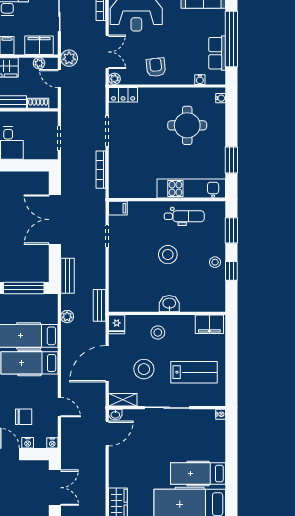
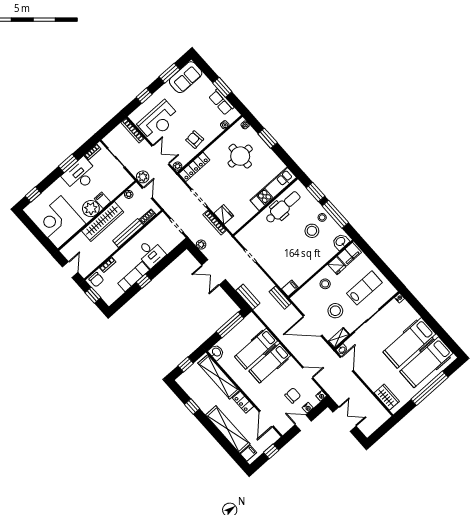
window: (231, 39) -> (222, 87), width x0.47
filing cabinet: (39, 45) -> (120, 184), removed
door: (59, 79) -> (147, 193), swing flipped
locker: (123, 95) -> (194, 167), width x1.53
window: (231, 160) -> (268, 138), moved
fridge: (118, 170) -> (224, 214), added
filing cabinet: (118, 208) -> (290, 288), moved
dental chair: (184, 216) -> (283, 207), width x1.36, depth x1.38
double door: (55, 220) -> (214, 272), width x0.73
stool: (168, 255) -> (312, 231), moved
window: (231, 271) -> (335, 214), width x2.17
washbasin: (169, 304) -> (341, 242), moved
plant: (67, 317) -> (201, 245), moved
fridge: (117, 324) -> (337, 266), moved
door: (107, 364) -> (313, 326), hinge flipped
hospital bed: (198, 474) -> (409, 343), width x1.37, depth x1.29

